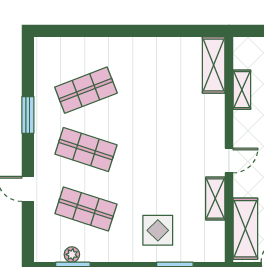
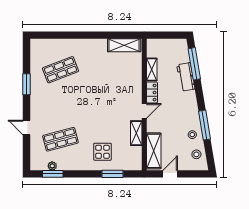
shelving: (214, 65) -> (124, 45), moved, turned 90
locker: (242, 129) -> (152, 93), added
shop shelf: (86, 150) -> (60, 104), removed
shop shelf: (86, 209) -> (60, 139), turned -33

